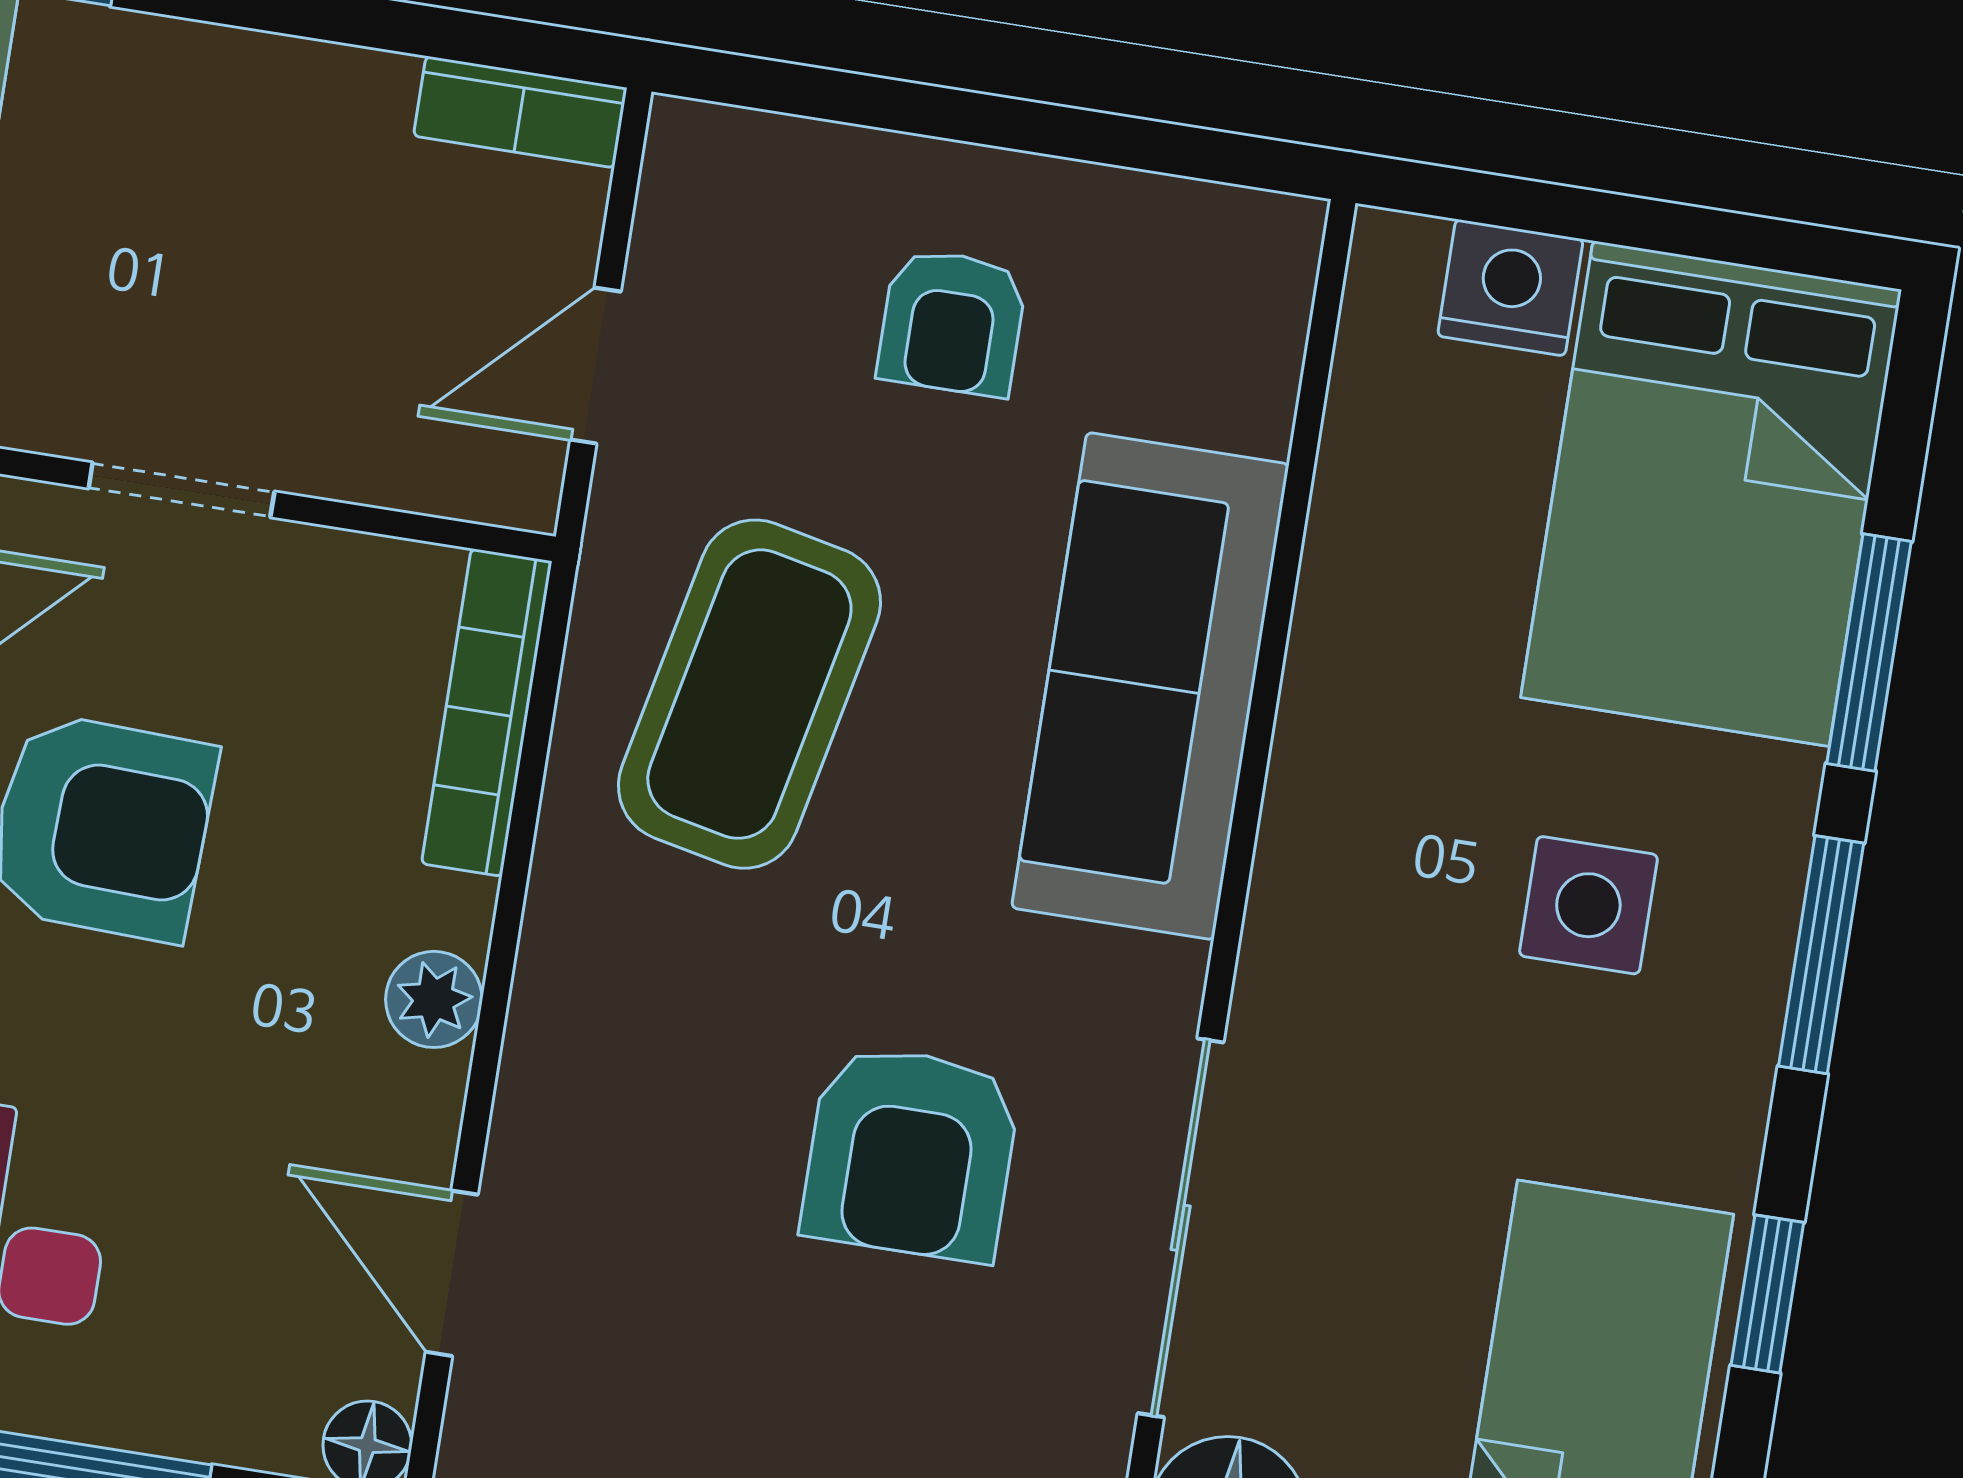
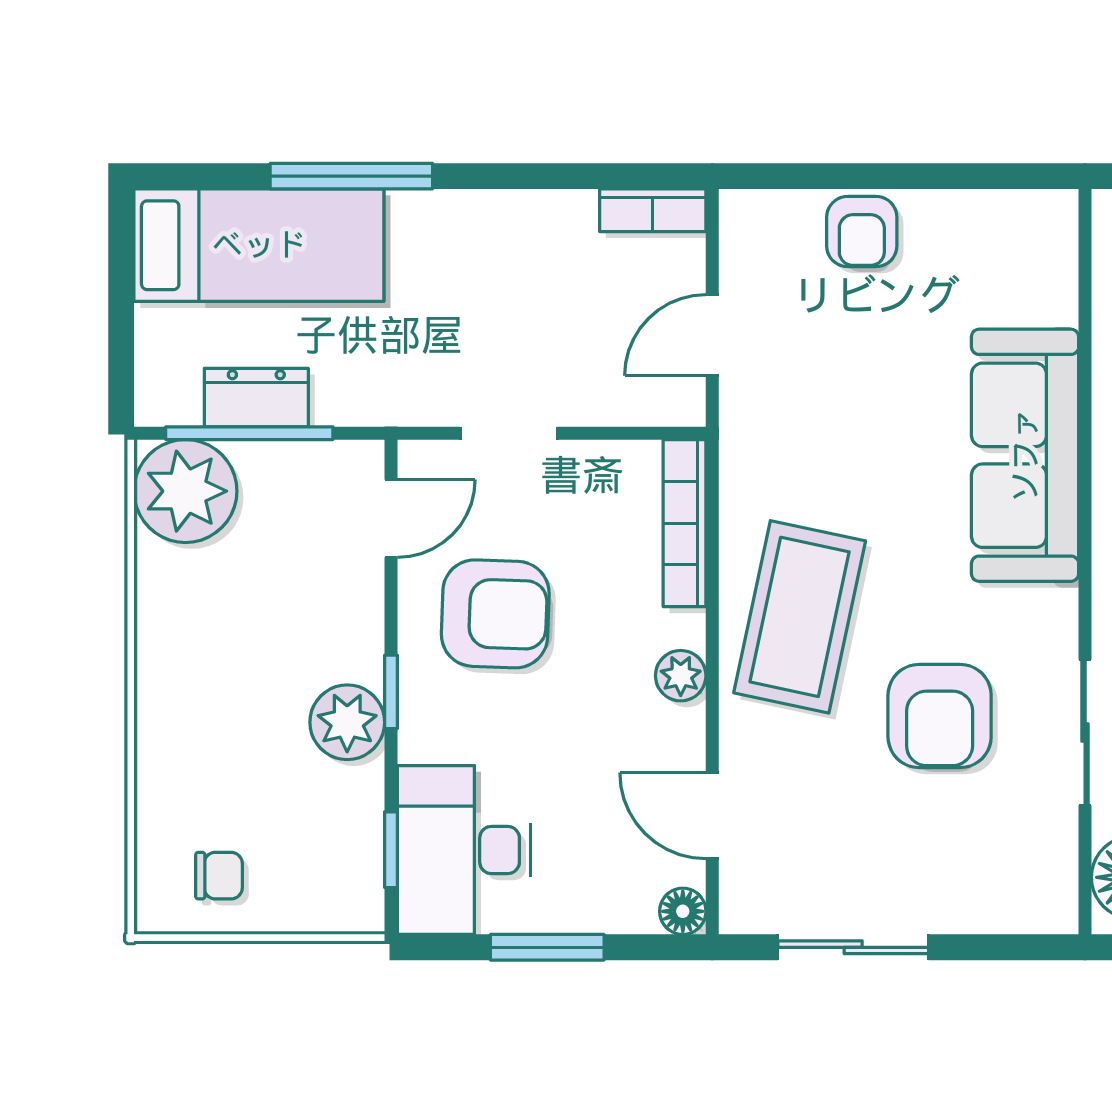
armchair: (952, 322) -> (862, 232), moved
coffee table: (749, 694) -> (800, 617), moved
sliding door: (1181, 1228) -> (1085, 733), width x0.73

